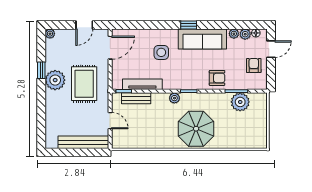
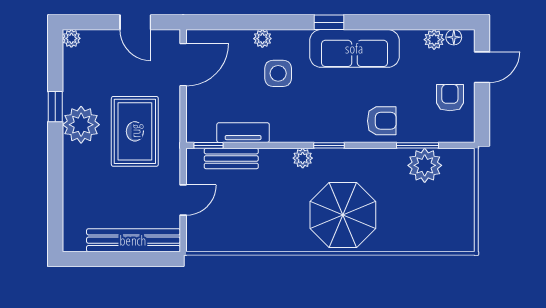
door: (84, 25) -> (135, 22), hinge flipped
plant: (234, 34) -> (262, 39), moved
tv unit: (142, 84) -> (243, 133), width x0.71
door: (110, 121) -> (183, 200), hinge flipped

